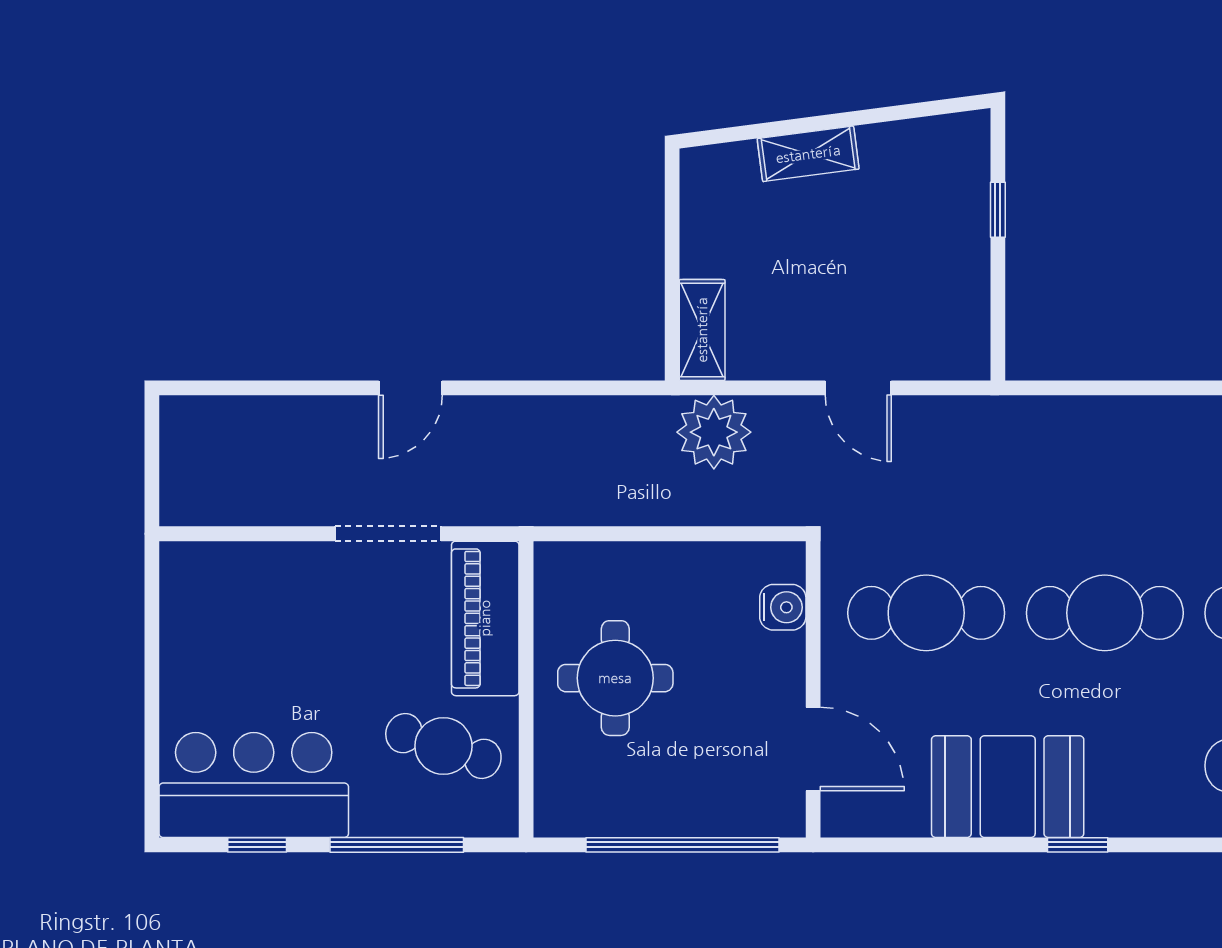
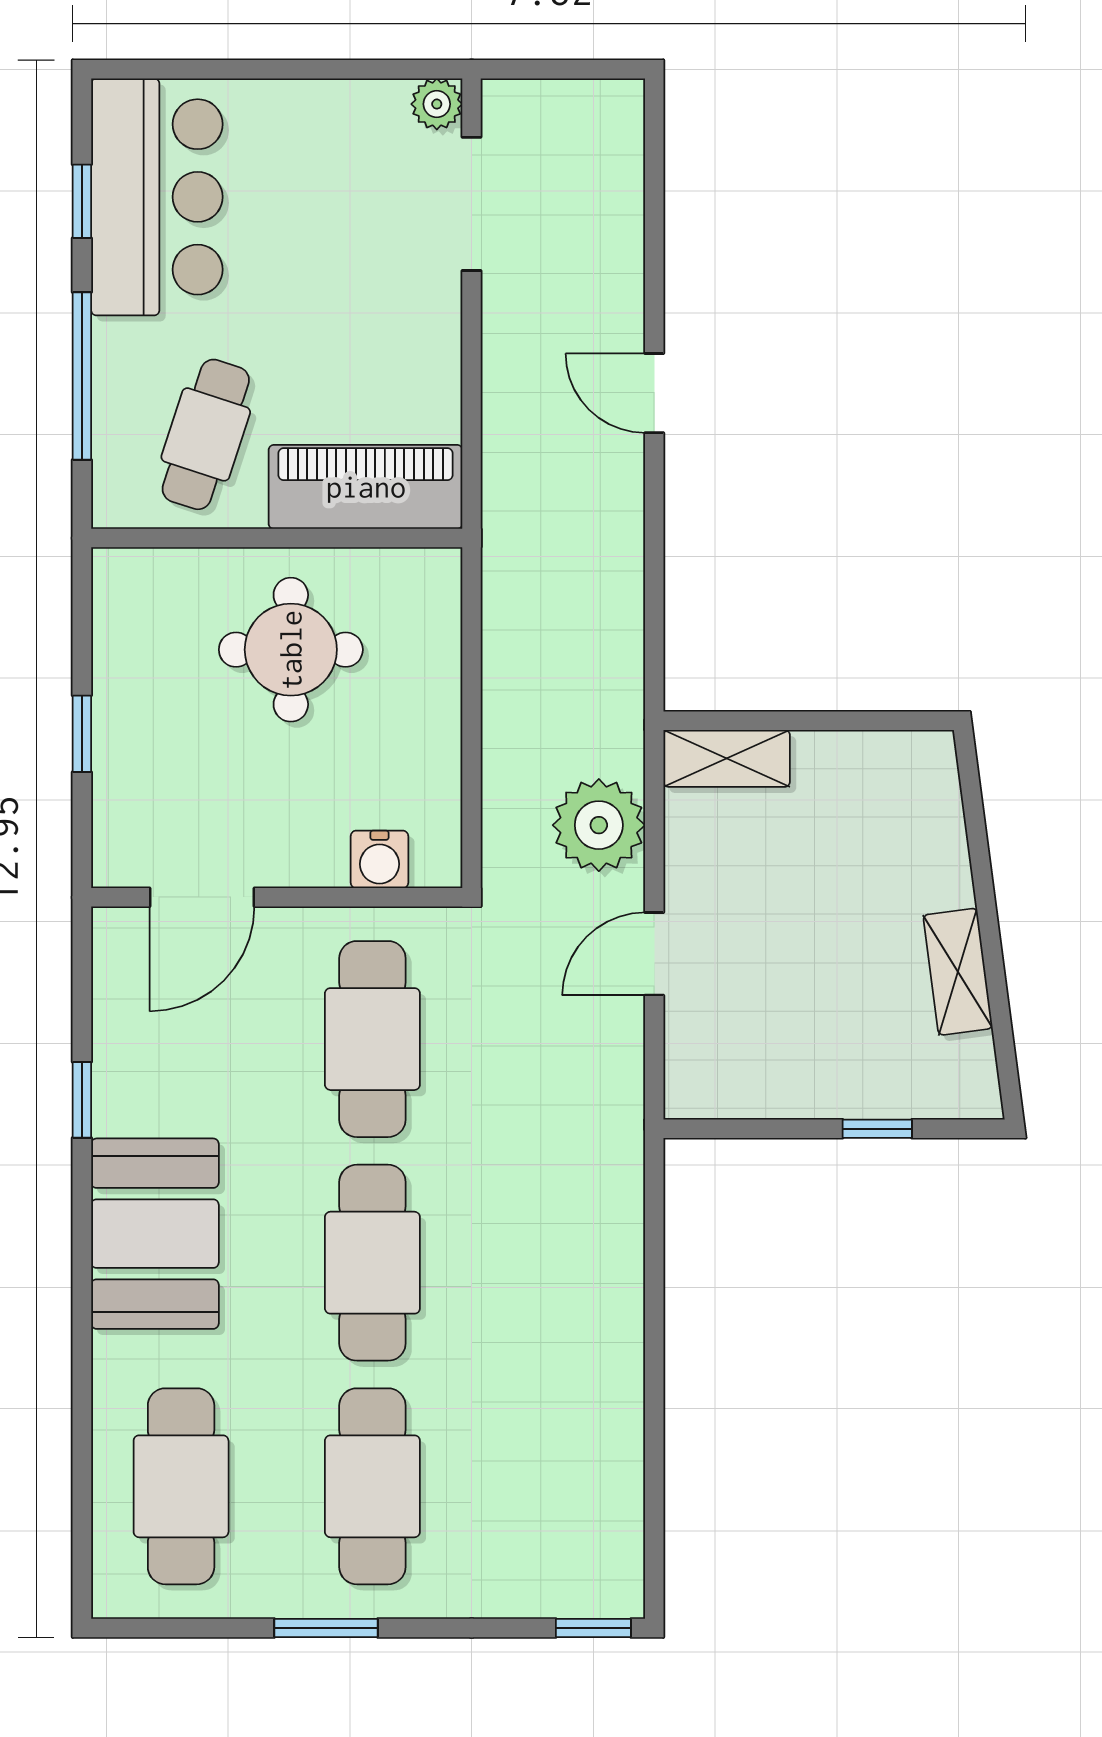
shelving: (808, 154) -> (958, 972), moved
plant: (714, 432) -> (599, 825), moved
doorway: (388, 534) -> (472, 204), moved
plant: (180, 561) -> (437, 104), added
booth: (1008, 787) -> (155, 1234), moved
window: (682, 845) -> (82, 734), width x0.32
window: (1078, 845) -> (82, 1100), moved

